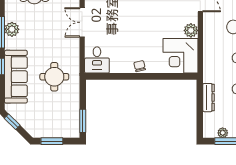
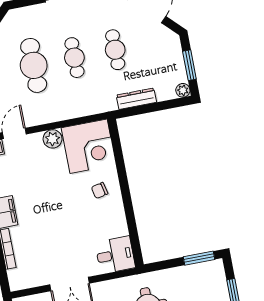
chair: (140, 66) -> (100, 190), moved
plant: (223, 133) -> (183, 90), moved

